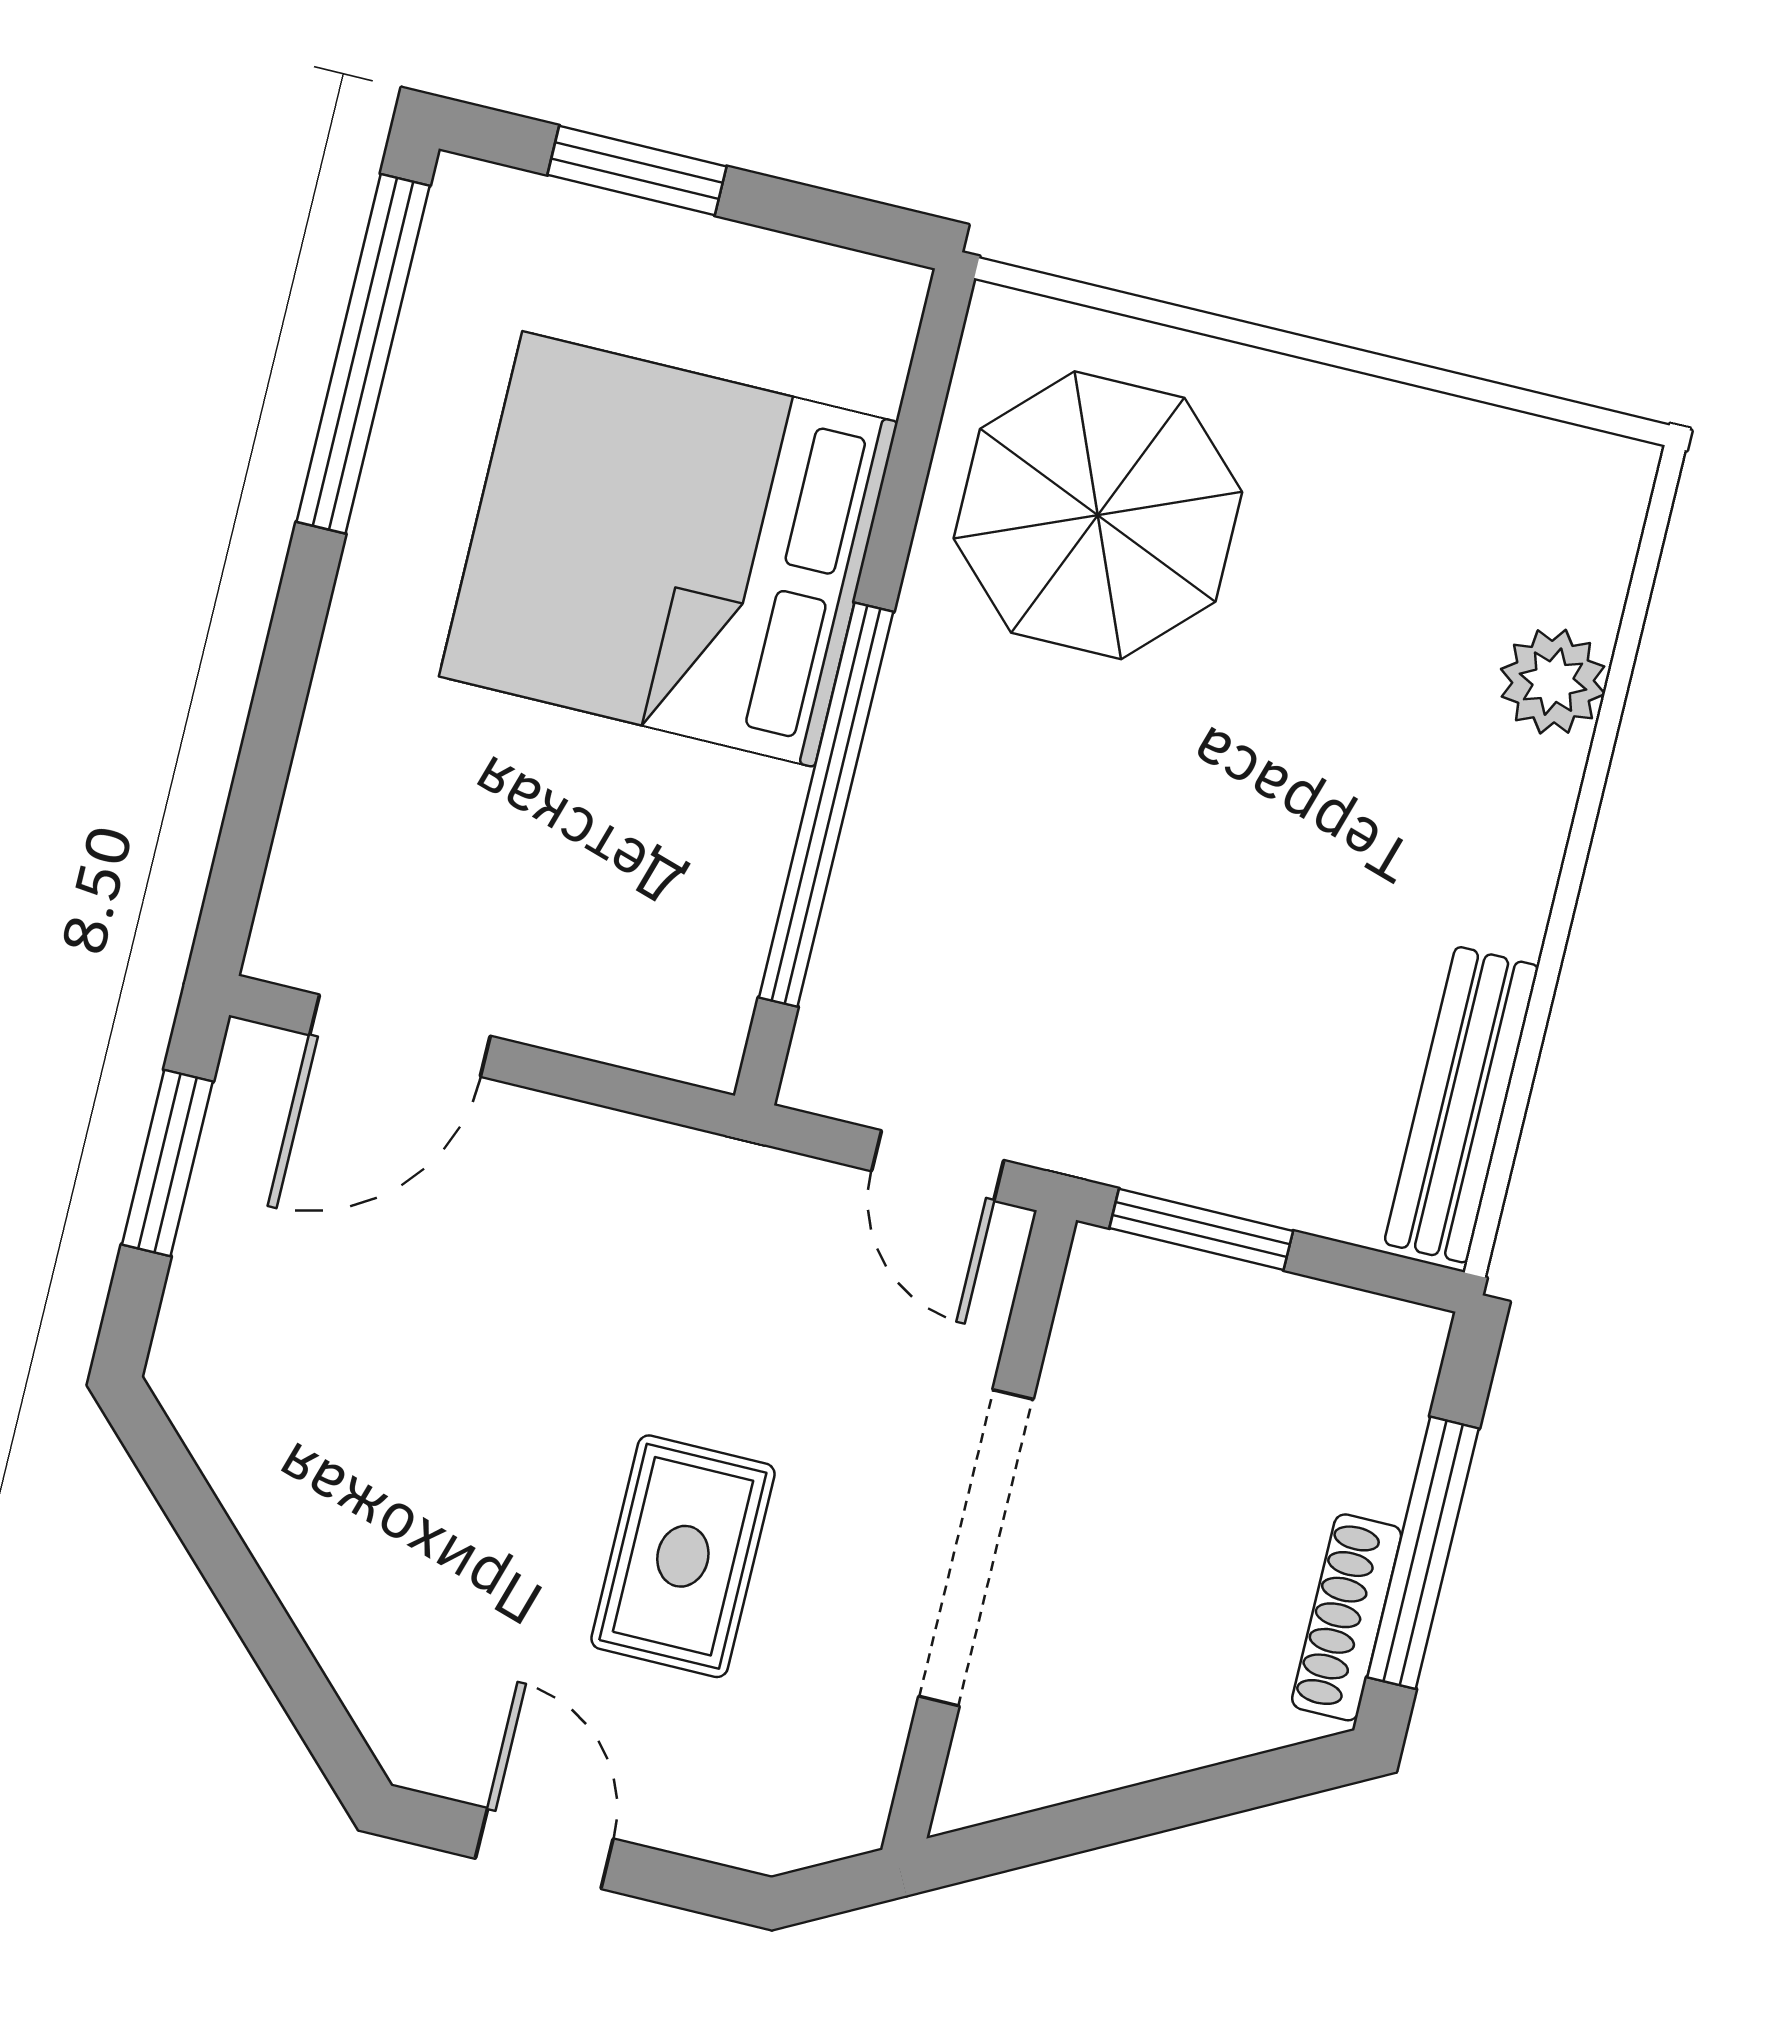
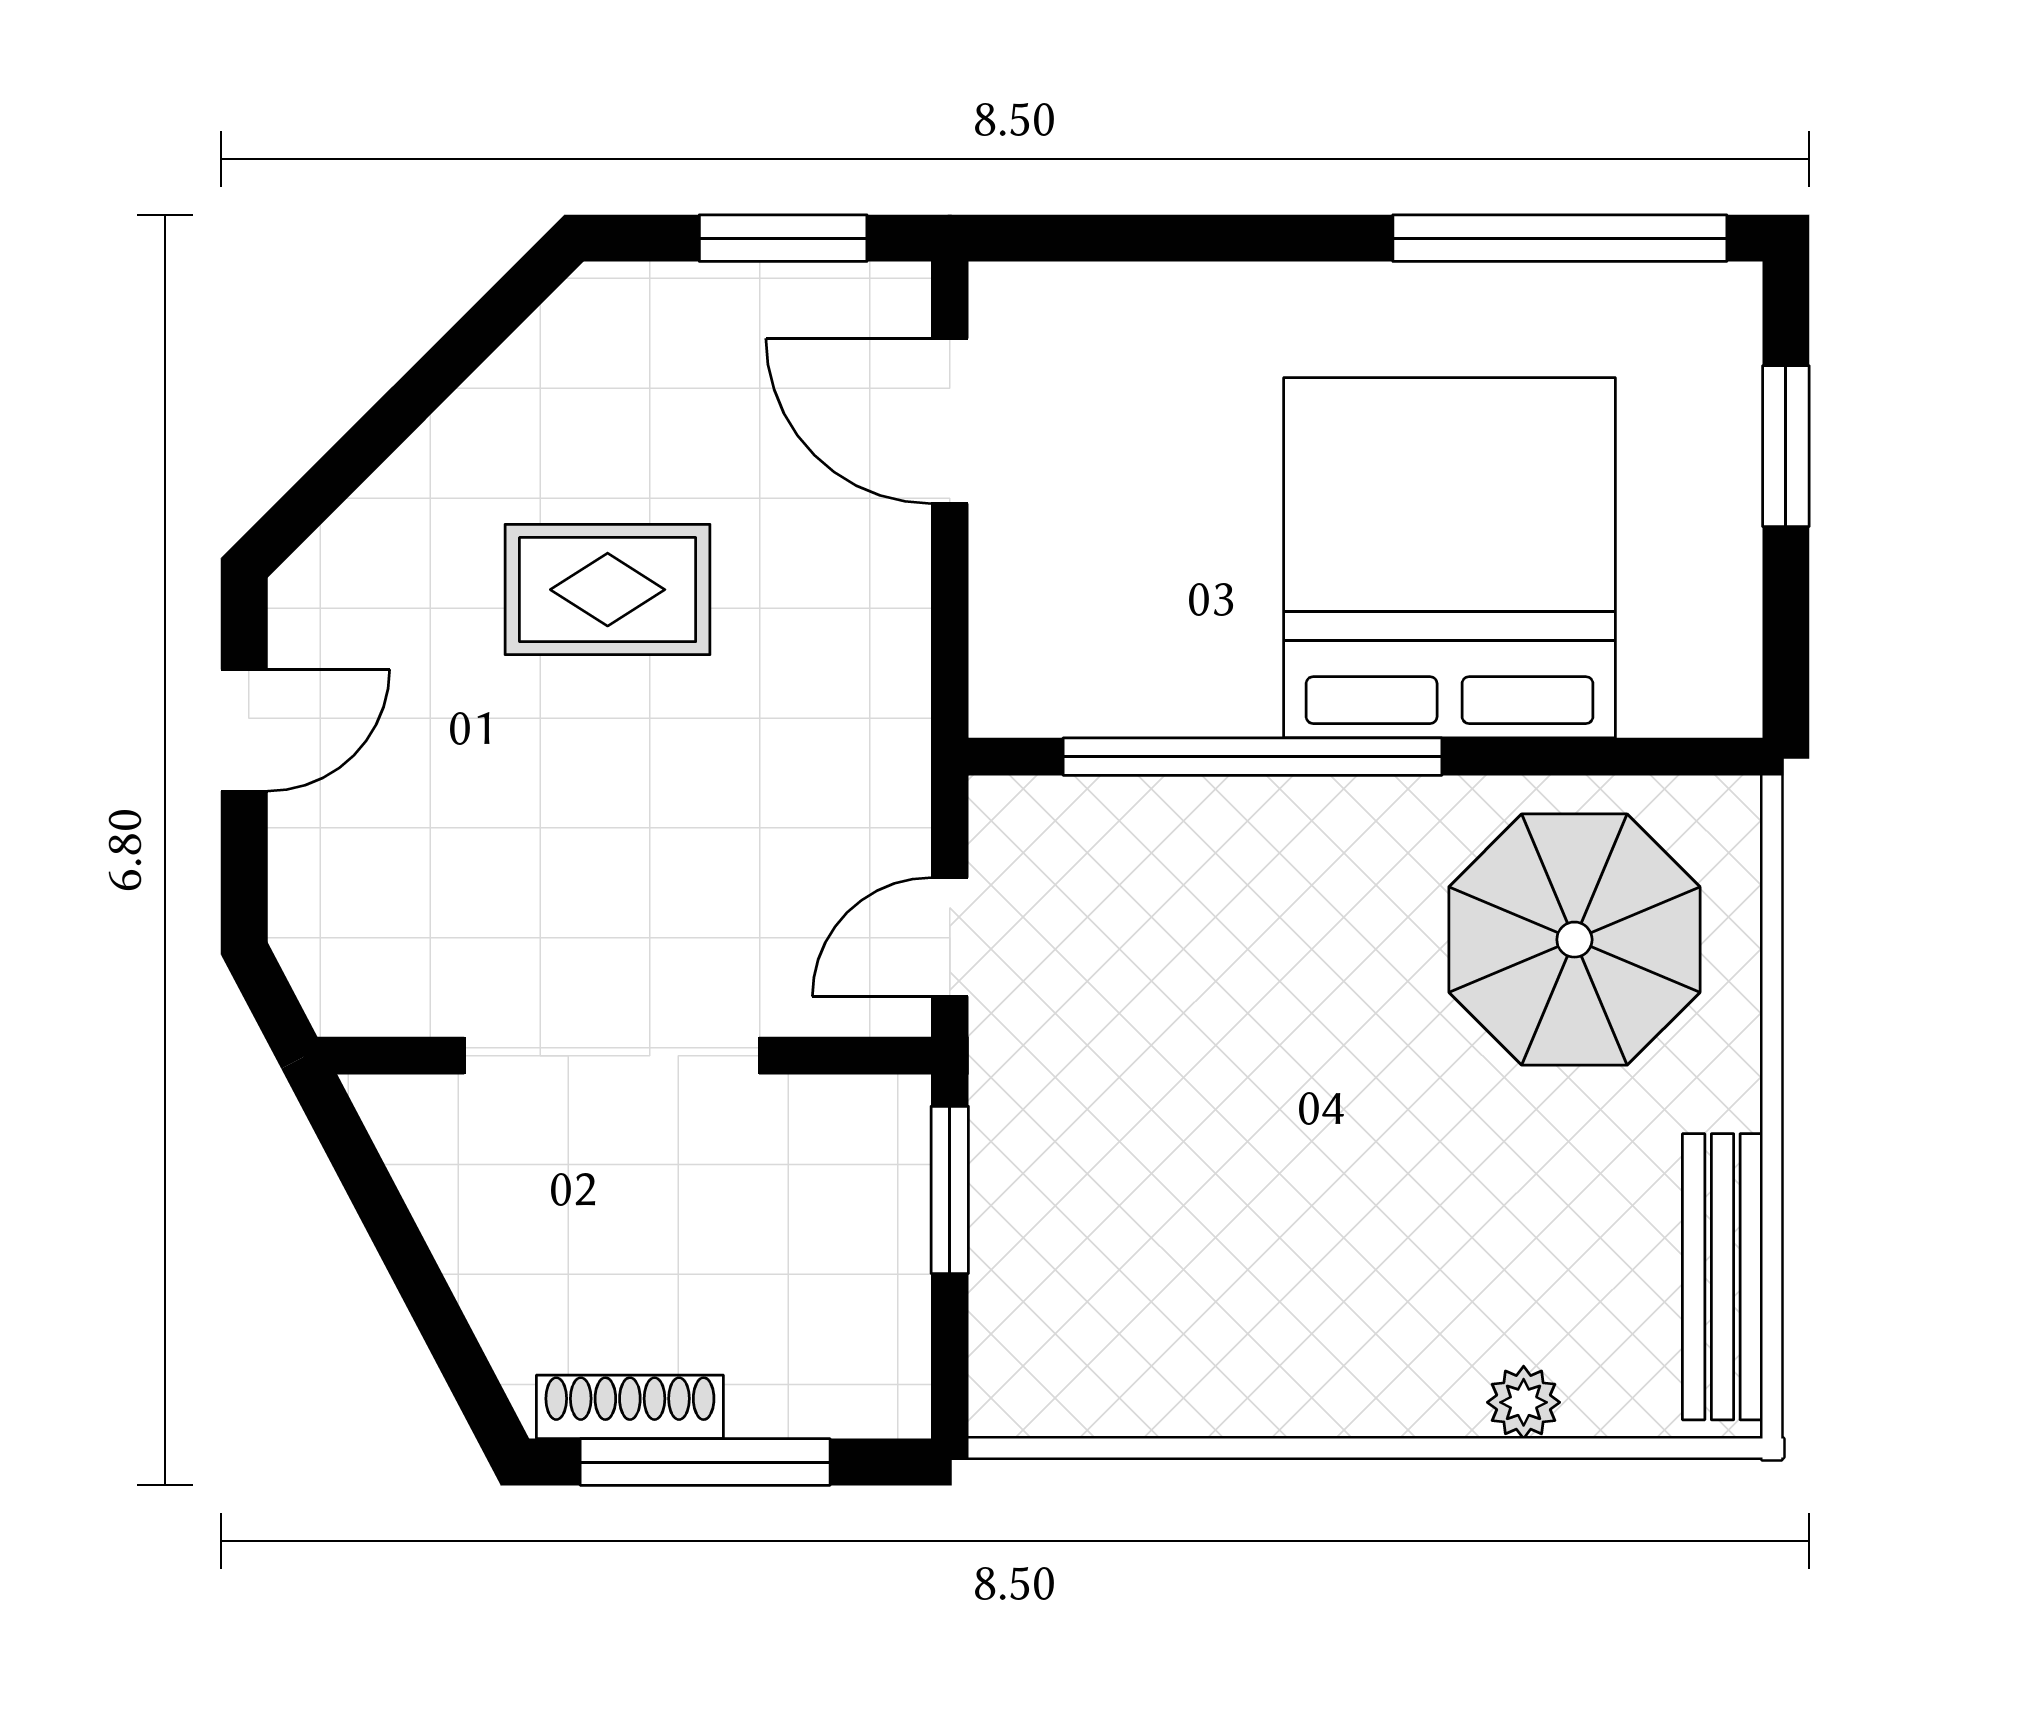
plant: (1553, 682) -> (1524, 1402), width x0.73, depth x0.73
bench: (1462, 1105) -> (1722, 1277), moved, turned 90
rug: (683, 1556) -> (608, 590), moved

